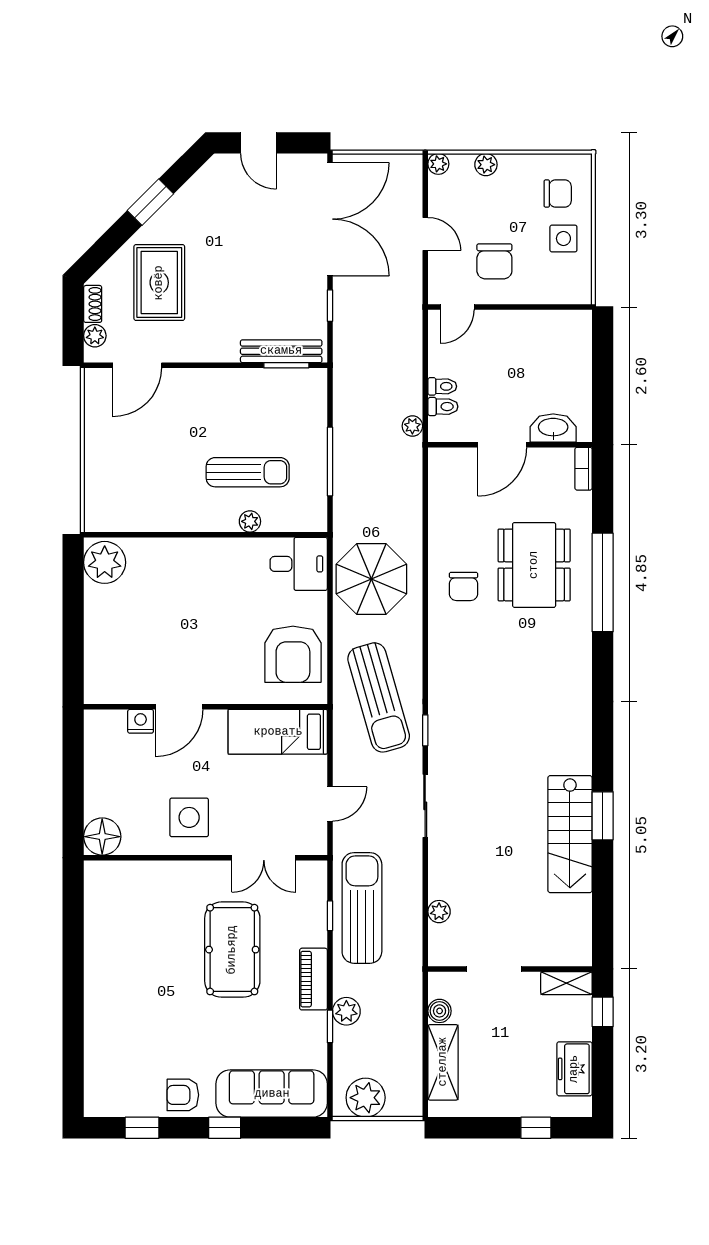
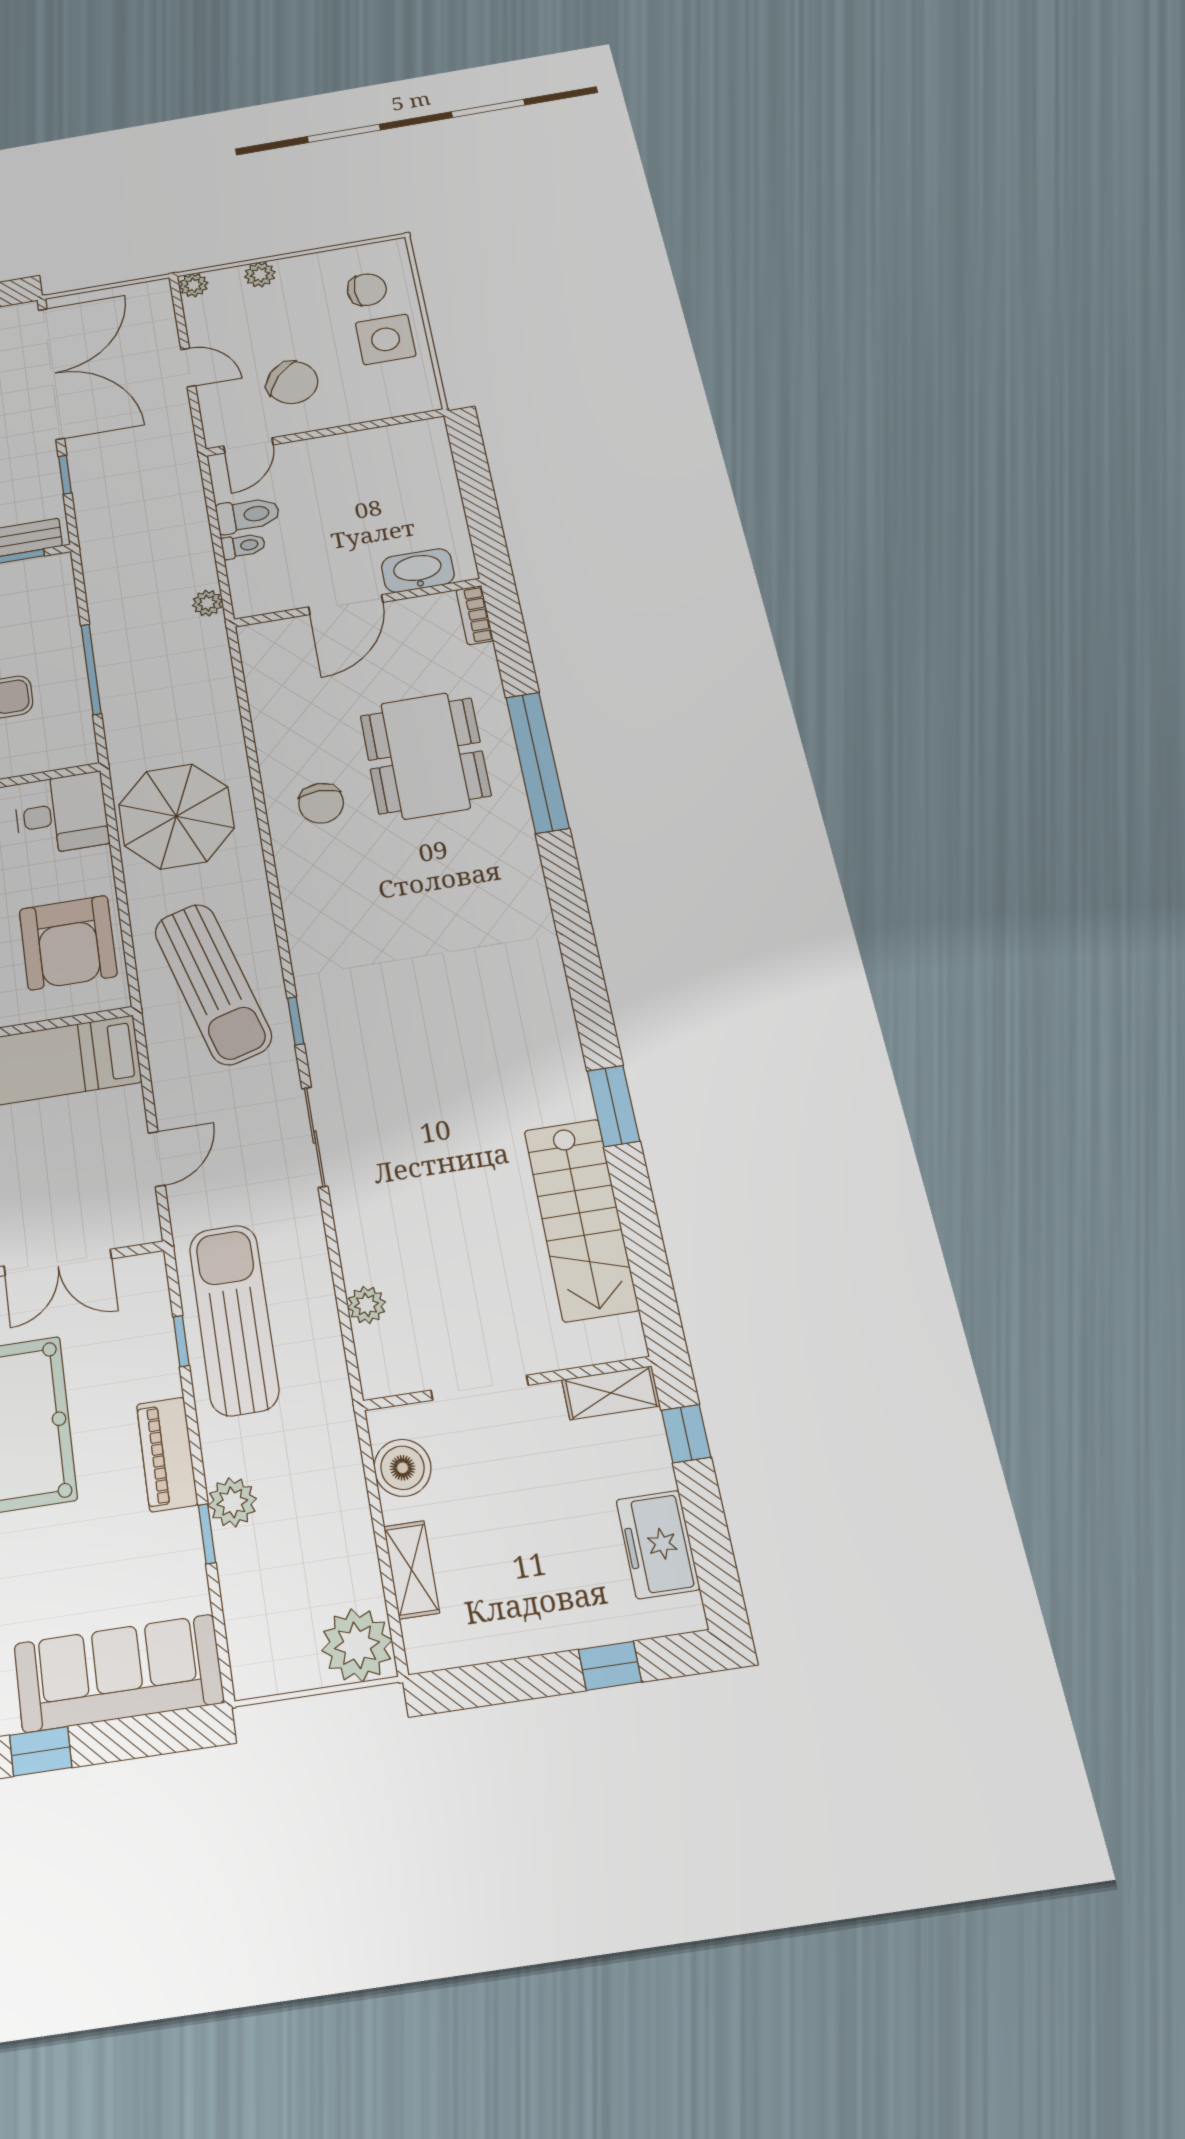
side table: (563, 238) -> (386, 339), width x1.37, depth x1.37
chair: (494, 261) -> (292, 383), turned -50
toilet: (443, 407) -> (248, 515), moved, width x1.37, depth x1.39
stairs: (570, 834) -> (581, 1219), moved
boiler: (440, 1011) -> (403, 1468), width x1.36, depth x1.36
shelving: (443, 1062) -> (411, 1570), width x0.67, depth x0.75
plant: (366, 1098) -> (357, 1645), moved

